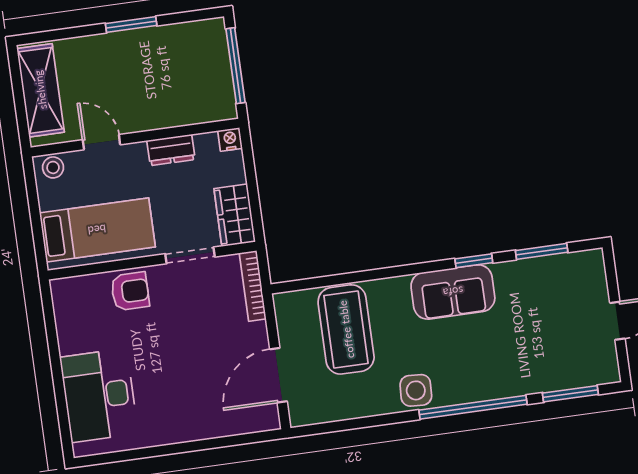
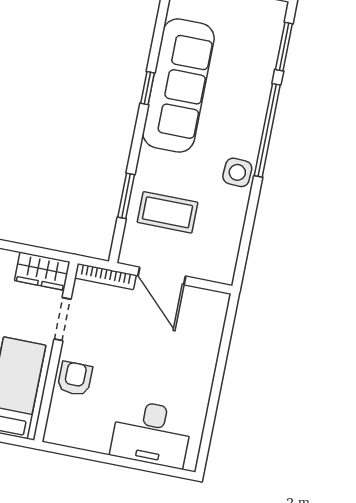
window: (542, 251) -> (126, 196), moved
sofa: (453, 292) -> (178, 86), width x1.85, depth x1.27
coffee table: (346, 329) -> (168, 212), width x0.73, depth x0.76
door: (278, 375) -> (162, 276), moved

